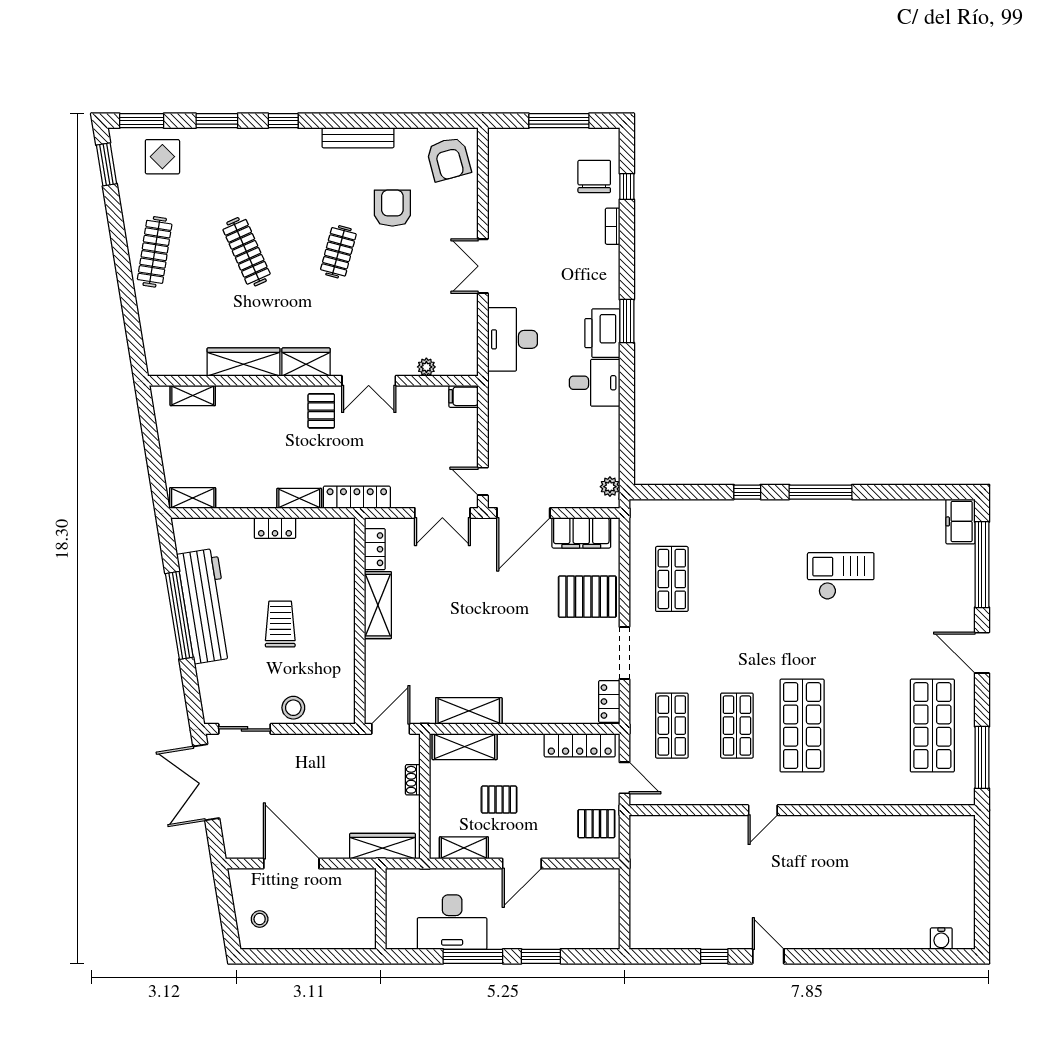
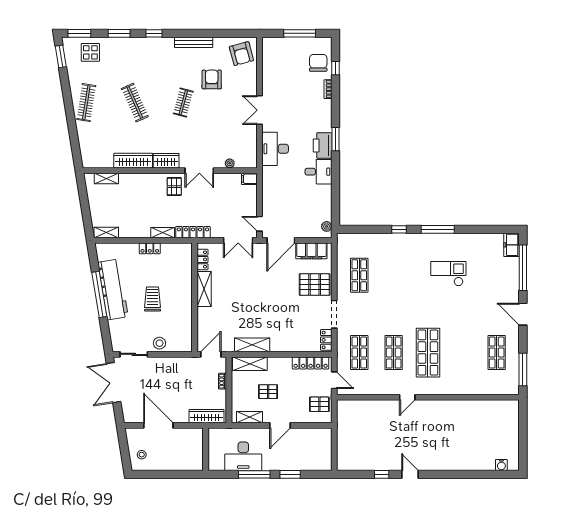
shop shelf: (932, 726) -> (497, 353), width x0.70, depth x0.74

